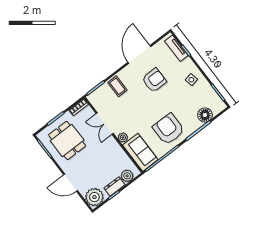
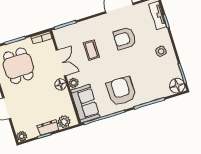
armchair: (154, 80) -> (125, 38), turned 180
coffee table: (117, 86) -> (91, 50), moved
floor lamp: (205, 115) -> (177, 86), moved
double door: (105, 124) -> (61, 63), swing flipped
floor lamp: (111, 143) -> (61, 84), added
plant: (94, 197) -> (22, 136), width x0.53, depth x0.53

